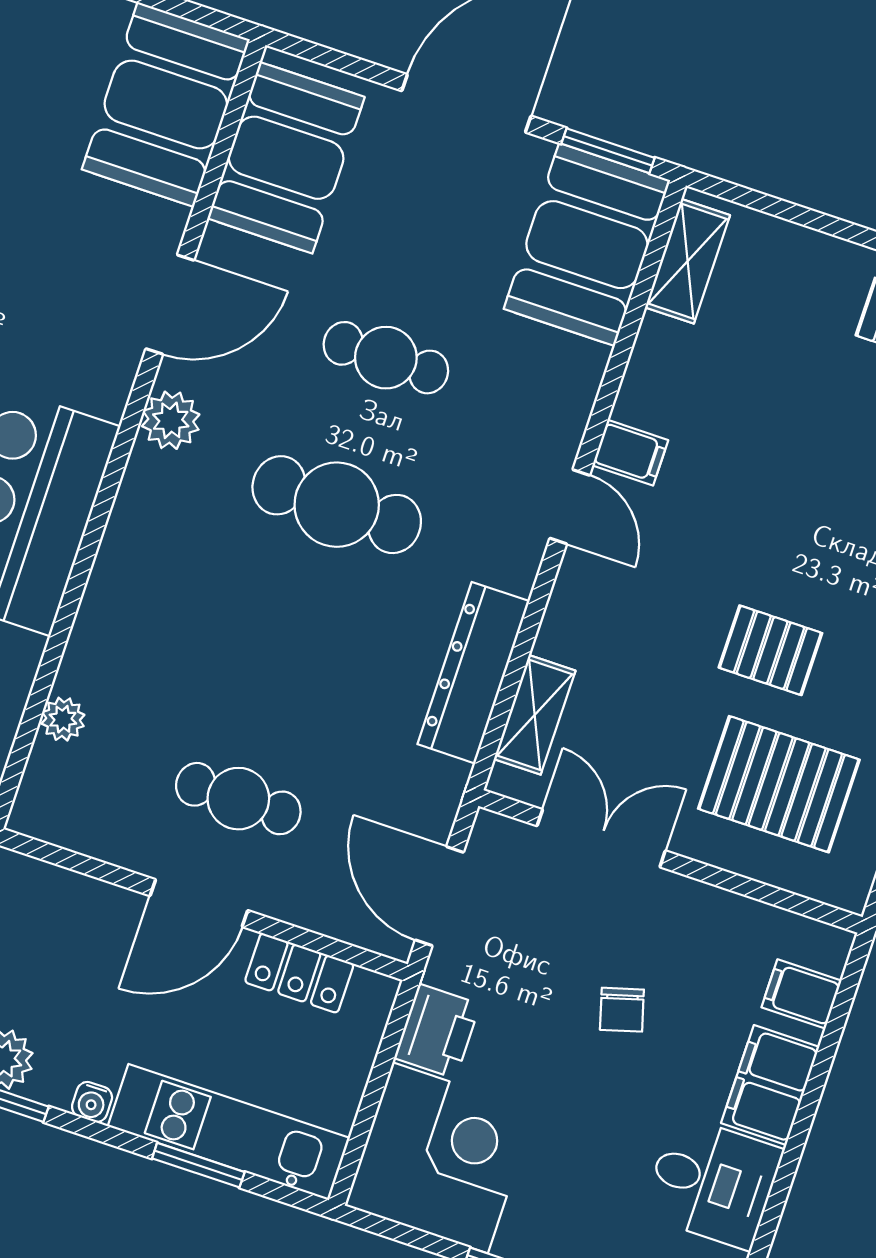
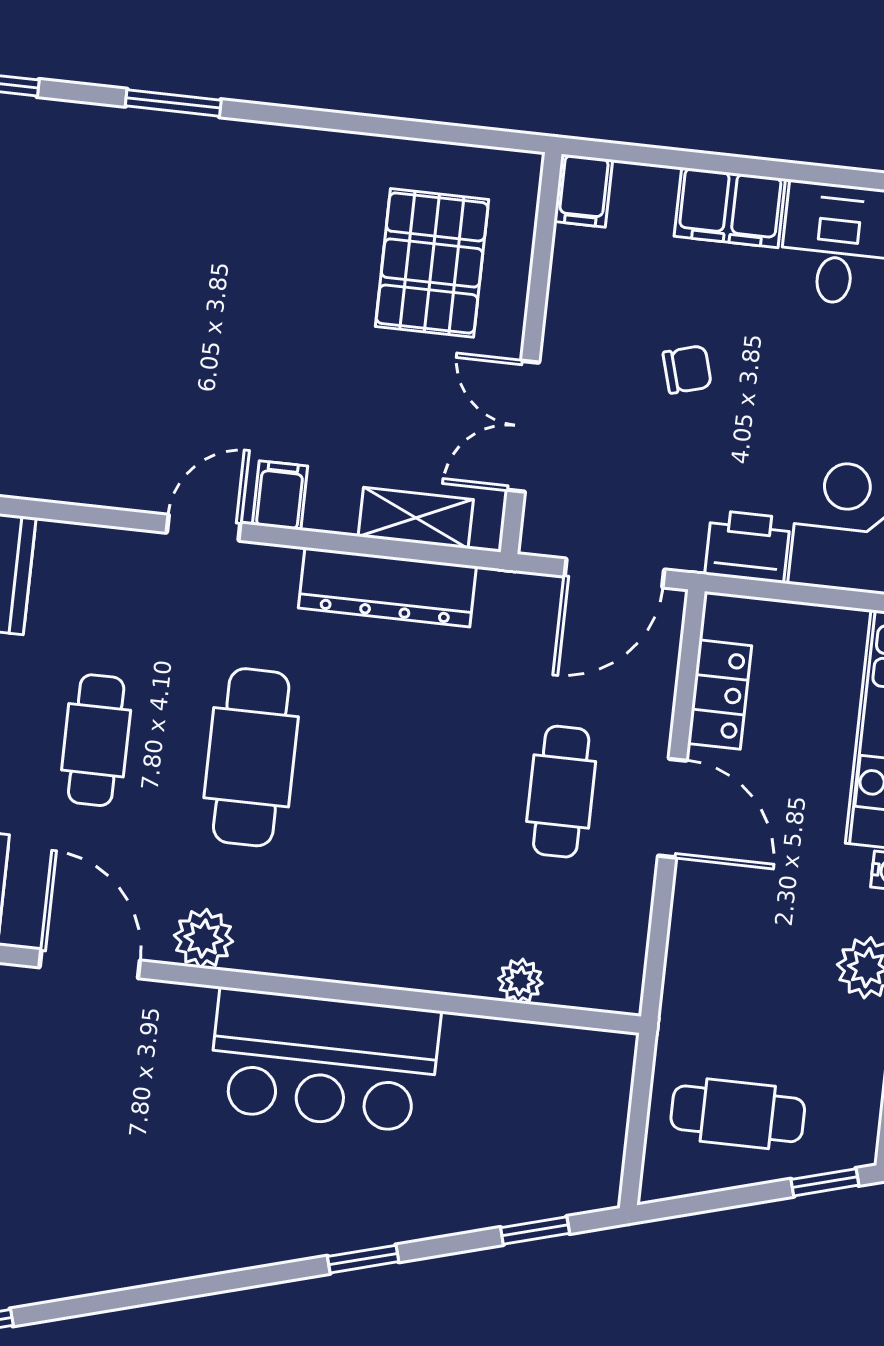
filing cabinet: (630, 453) -> (280, 495), moved
pallet: (770, 650) -> (302, 300), removed
filing cabinet: (801, 994) -> (583, 191), moved

